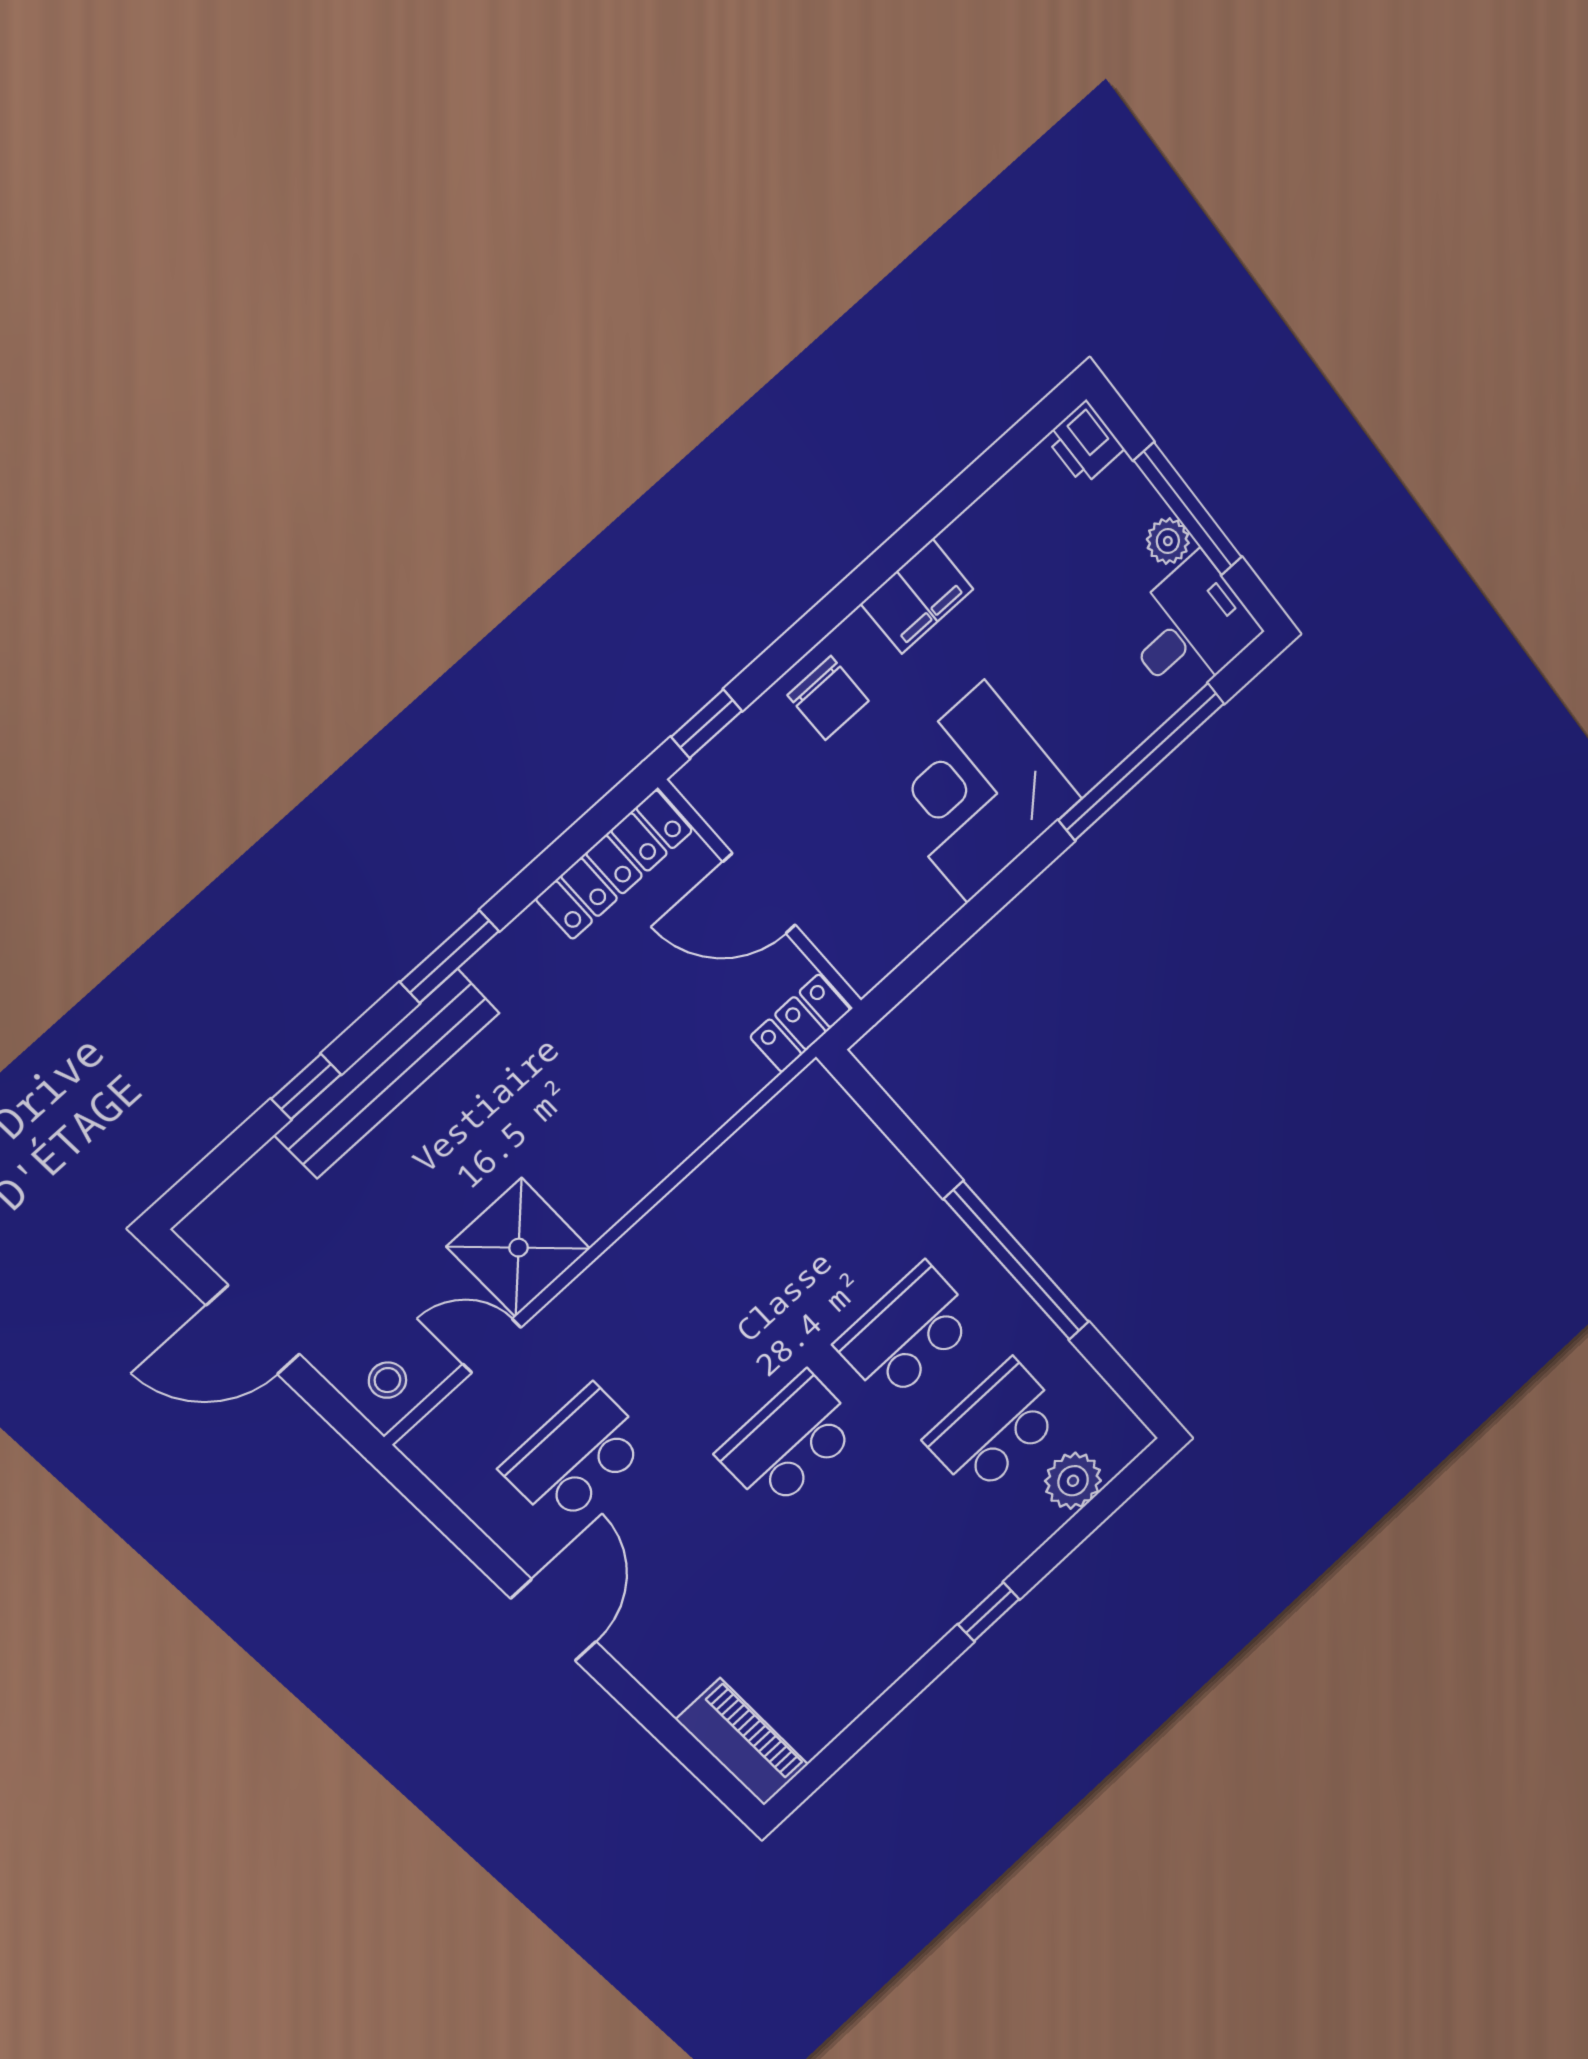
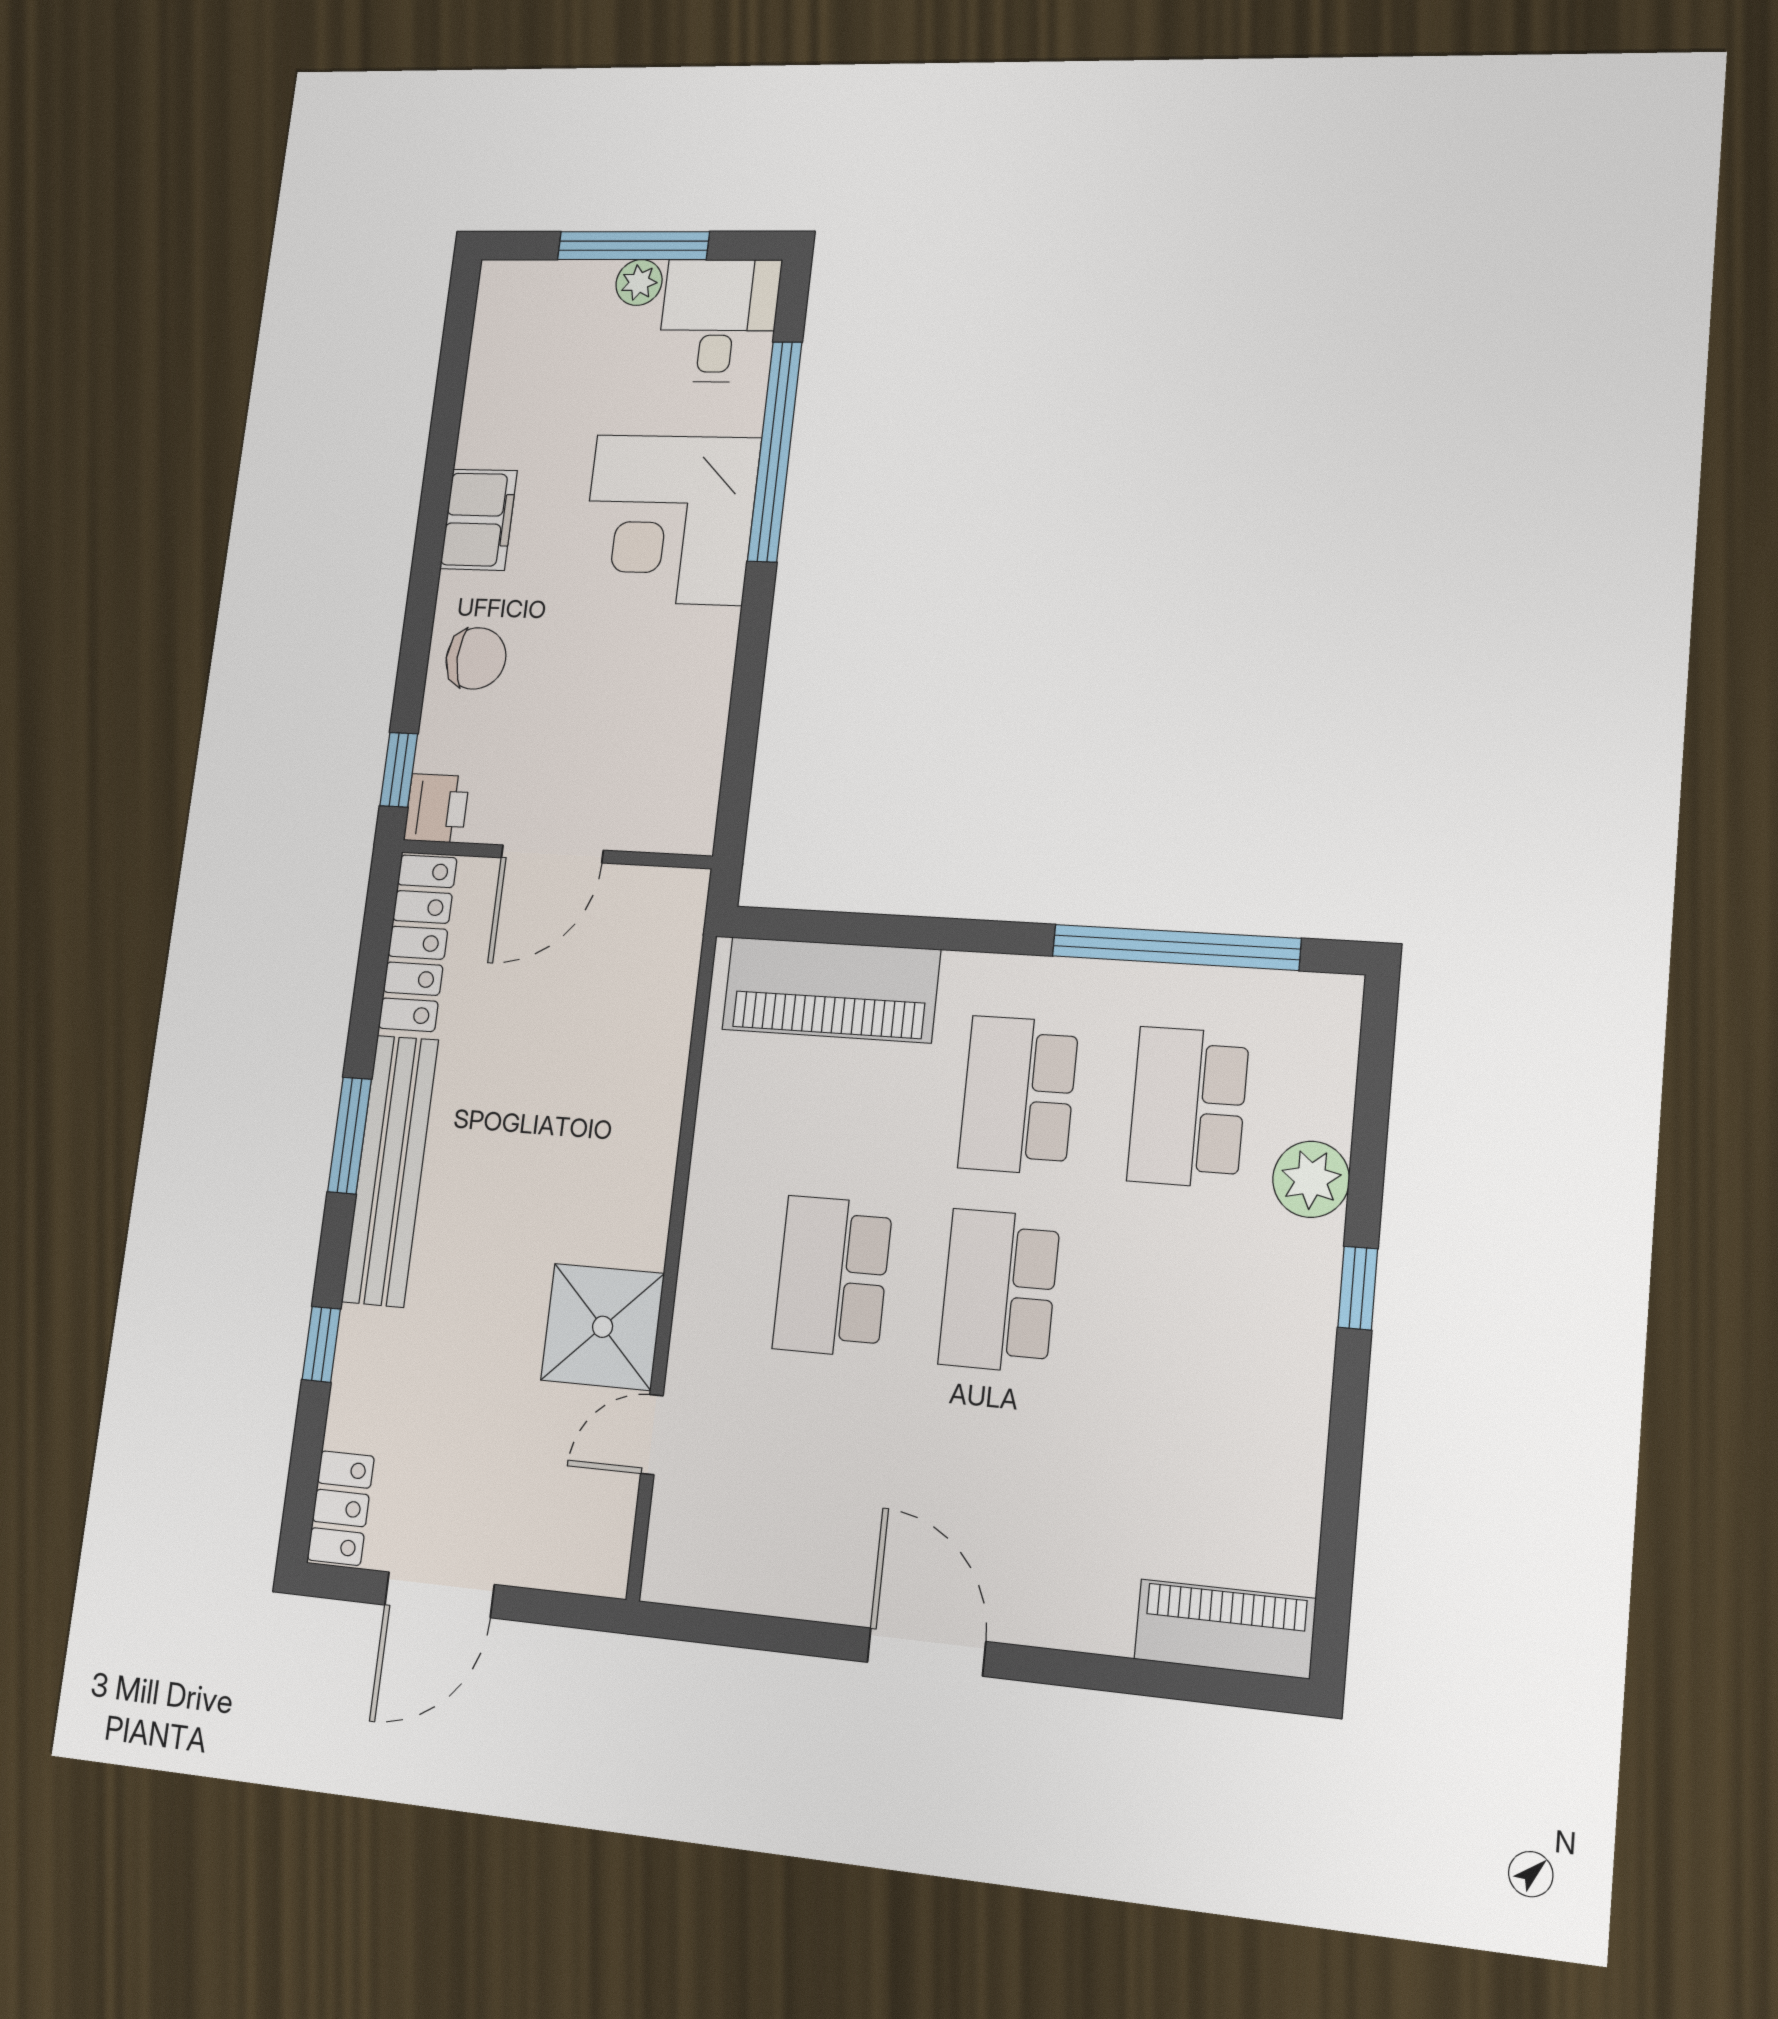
printer: (1085, 443) -> (437, 808), moved, turned -90
corner desk: (976, 792) -> (669, 519), moved
locker: (800, 1023) -> (341, 1508), moved, turned 180
bench: (387, 1074) -> (390, 1170), moved
piano: (856, 1161) -> (831, 990), added
window: (1017, 1261) -> (1176, 947), moved
stool: (387, 1380) -> (587, 1544), removed
school desk: (576, 1456) -> (832, 1276), moved
plant: (1073, 1481) -> (1311, 1179), moved

